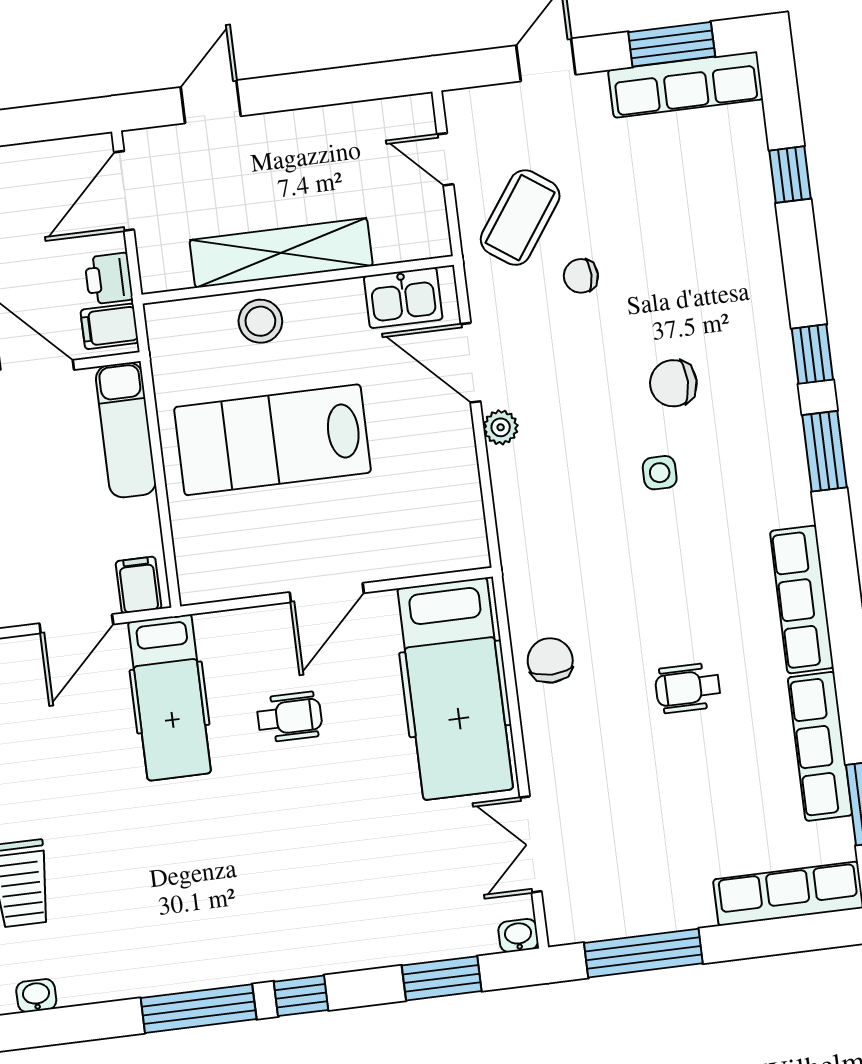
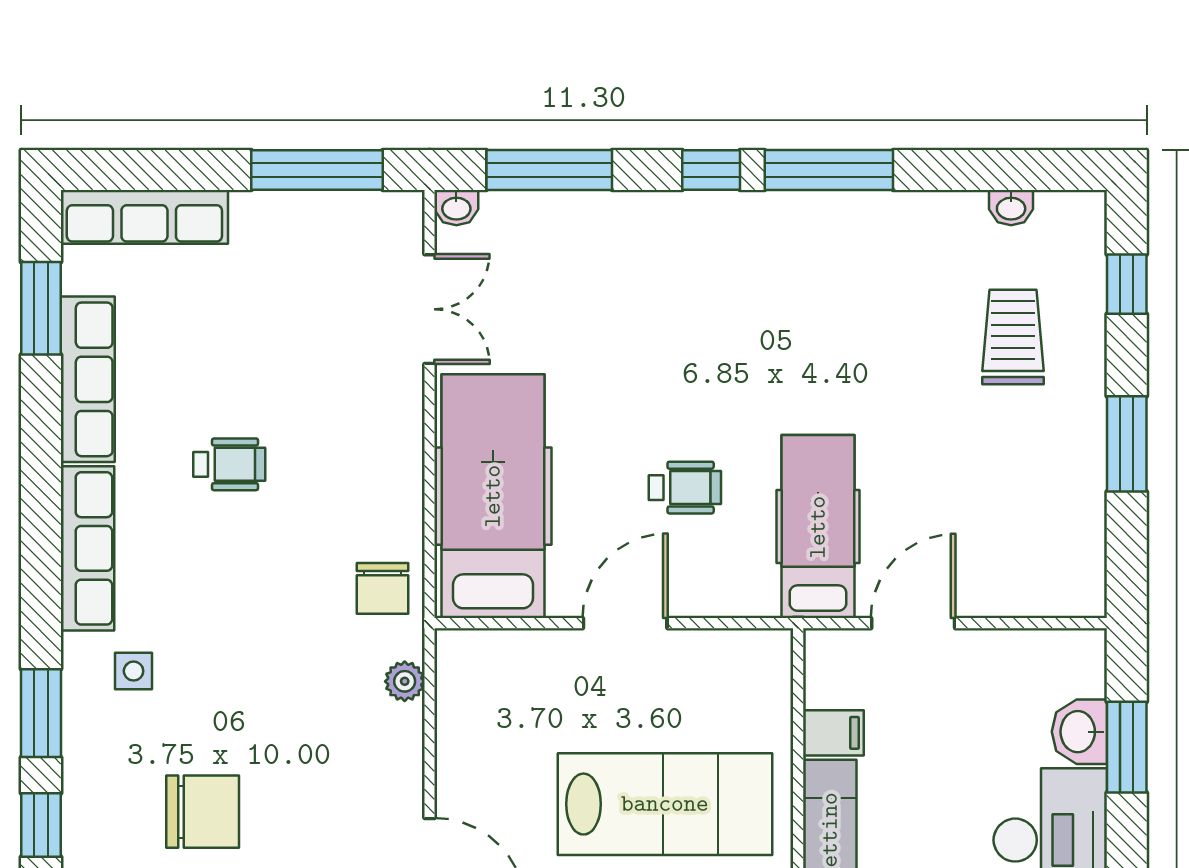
chair: (673, 383) -> (203, 812), width x1.37, depth x1.37
plant: (501, 427) -> (405, 681), moved
side table: (660, 473) -> (134, 671), moved
filing cabinet: (139, 585) -> (833, 733), moved, turned -90
chair: (550, 660) -> (383, 588), moved
wheelchair: (289, 717) -> (685, 488), turned 180
window: (442, 978) -> (549, 170), width x1.44

